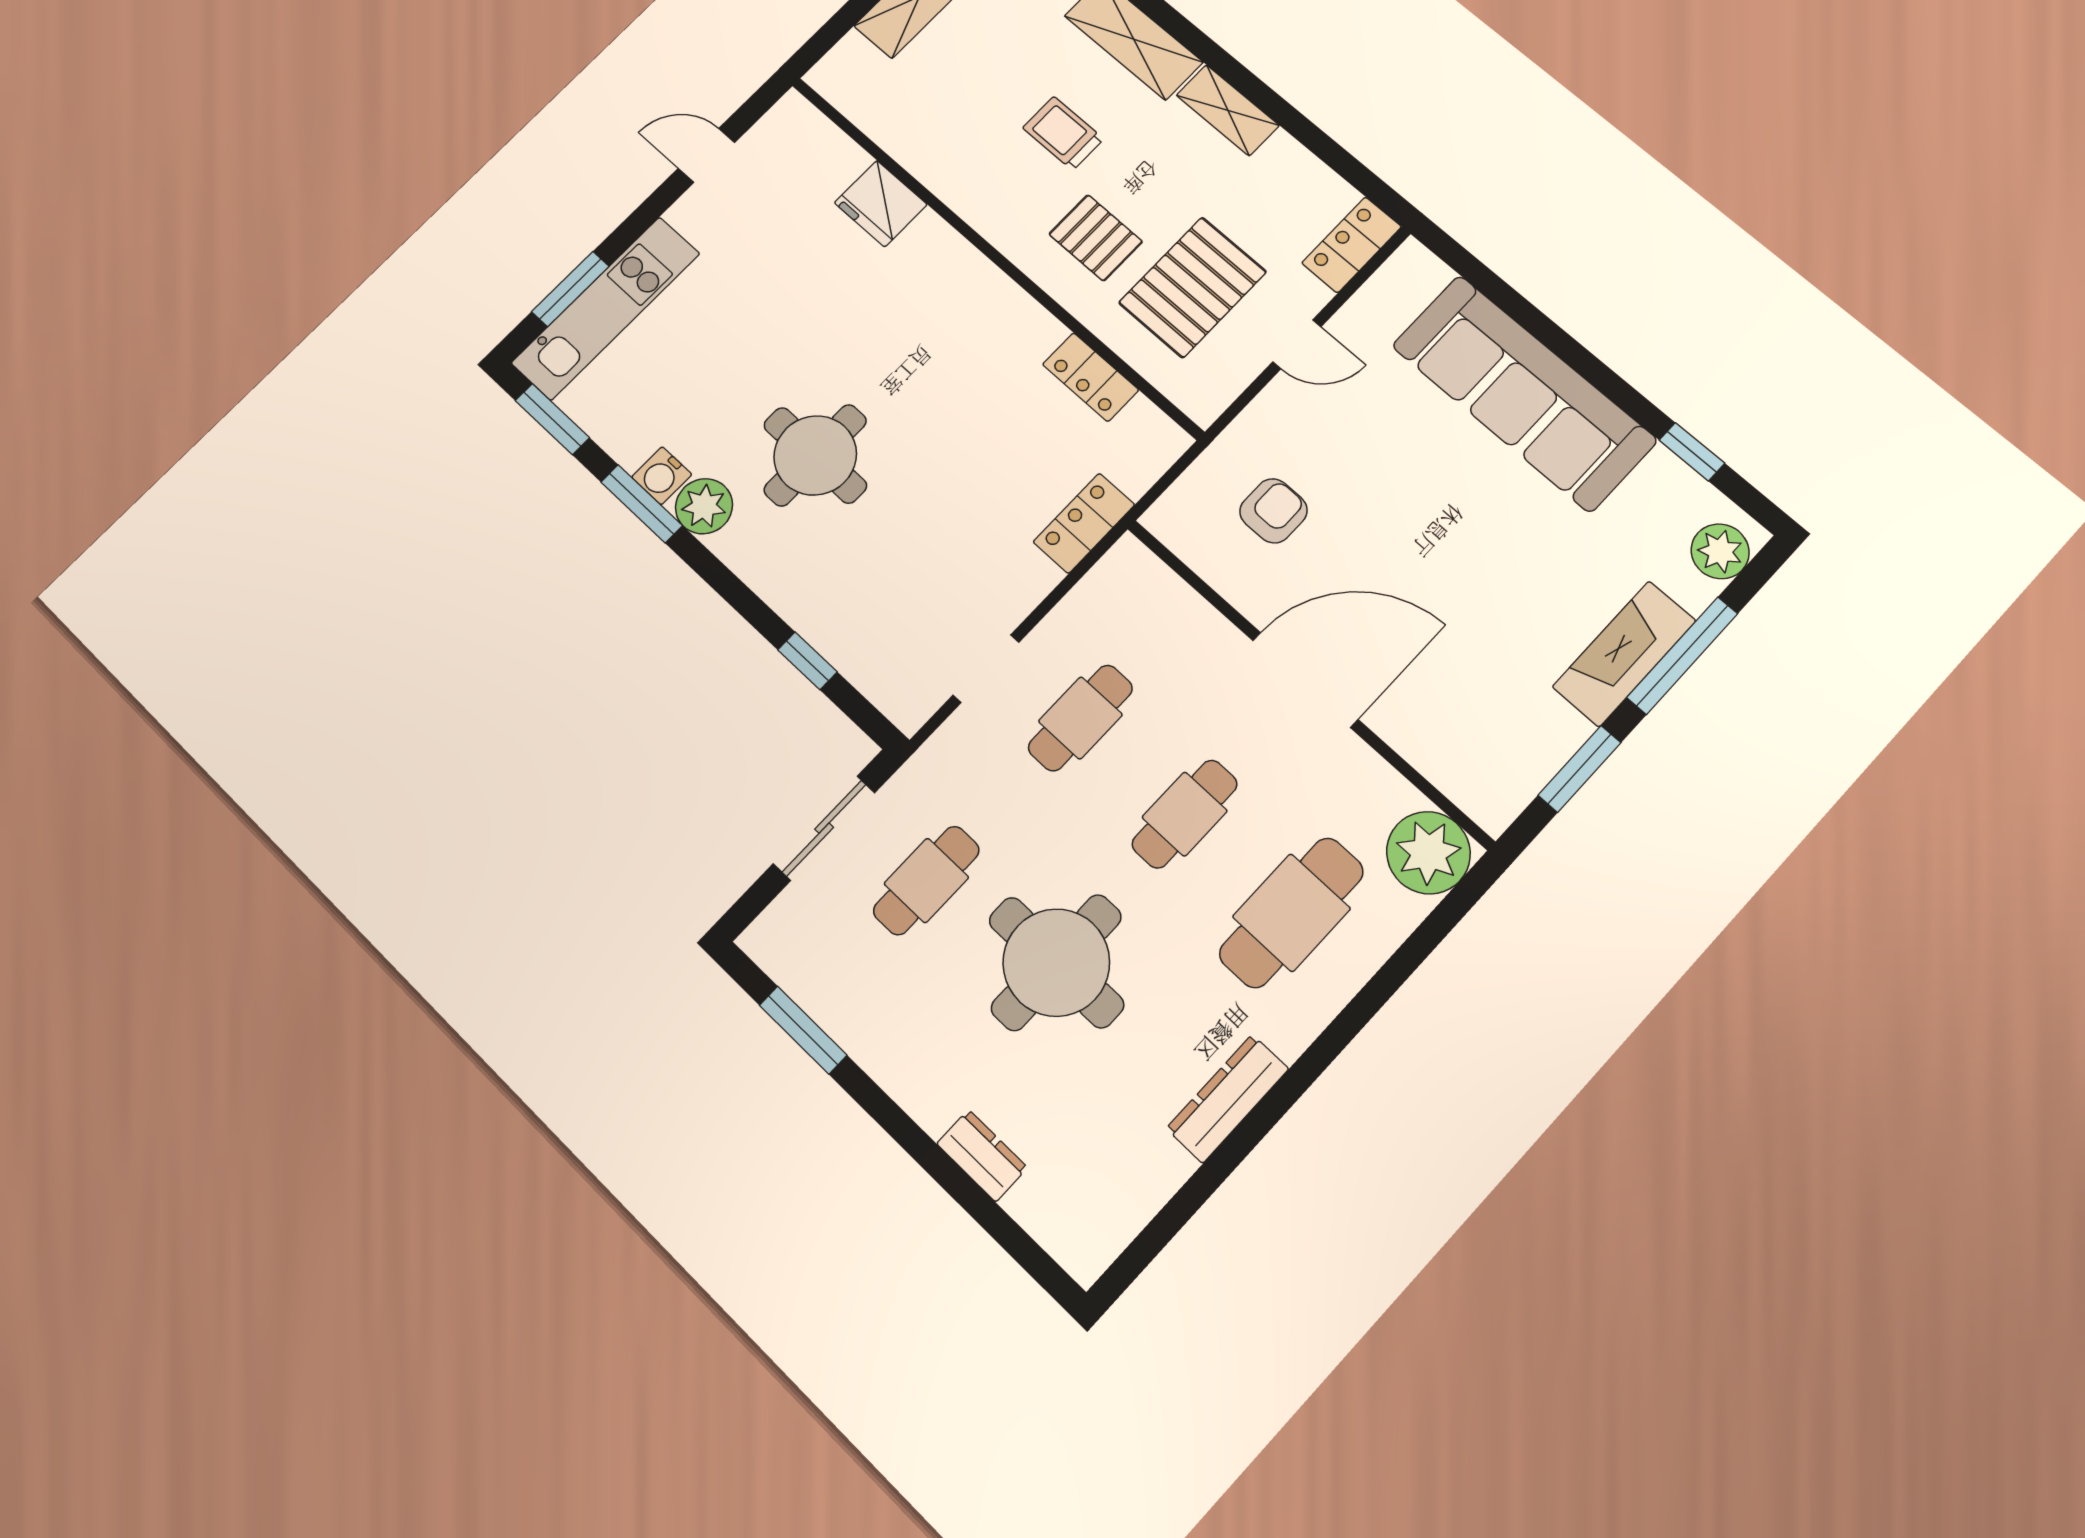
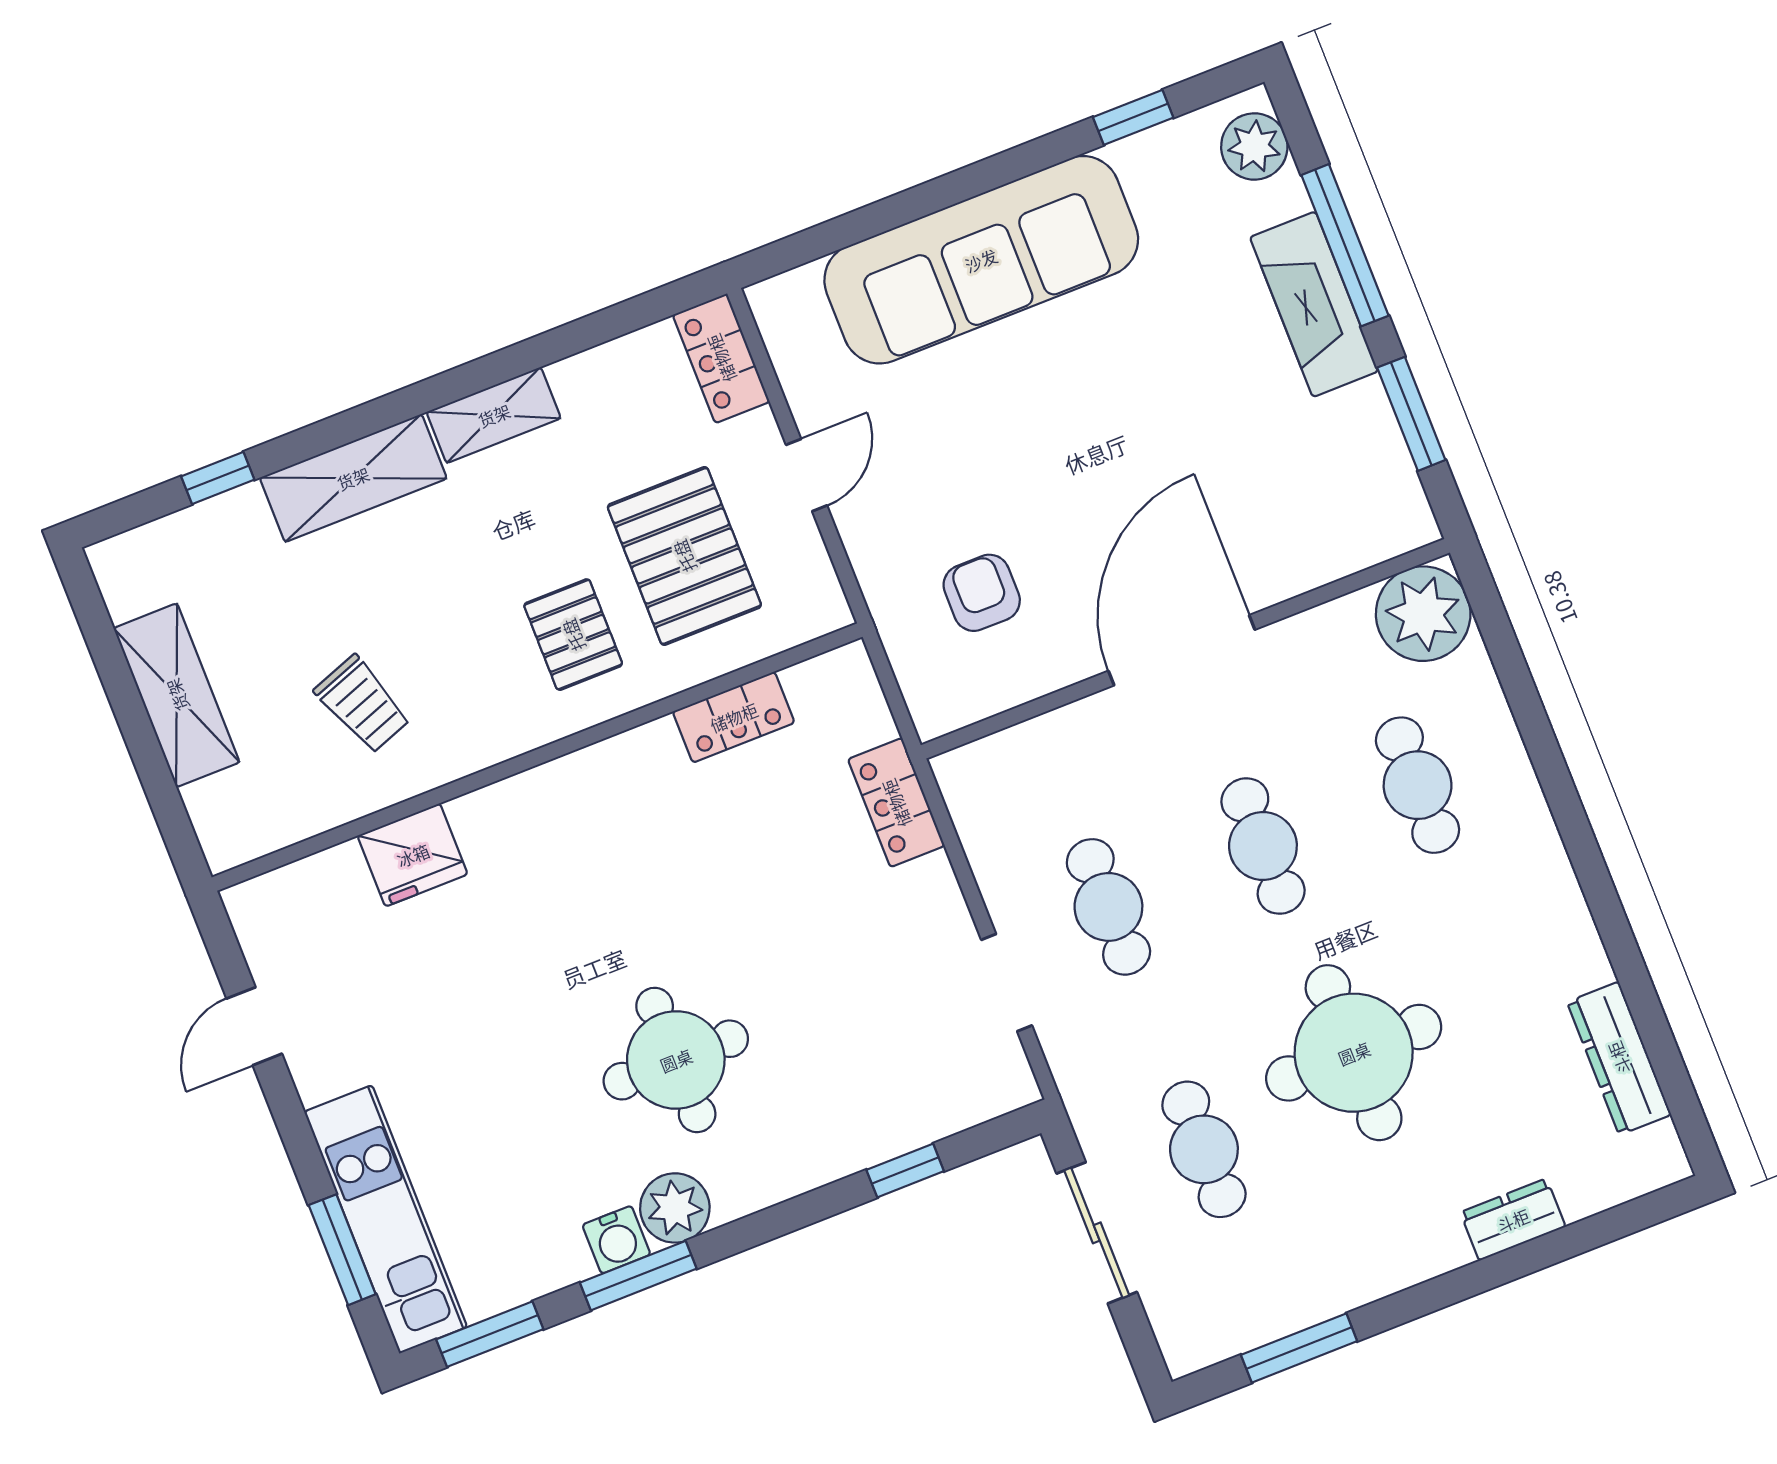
trolley: (1063, 133) -> (362, 704), moved, turned -110
pallet: (1096, 238) -> (573, 635), turned 90
cafe table: (1291, 913) -> (1418, 785), width x0.73, depth x0.74
dresser: (1228, 1099) -> (1619, 1058), moved

